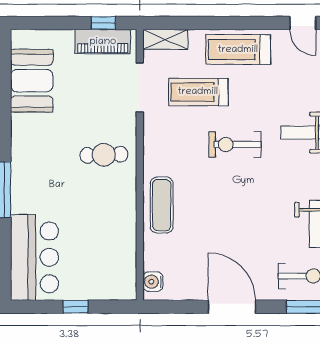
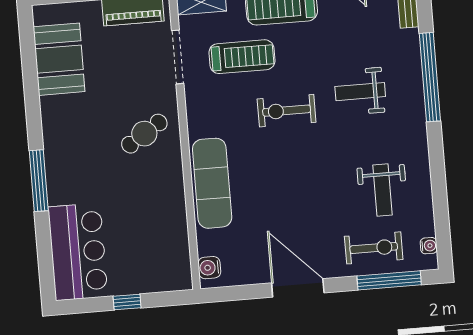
treadmill: (198, 92) -> (242, 57), turned 180
cafe table: (104, 155) -> (144, 134), turned -31
exercise mat: (162, 205) -> (212, 183), width x1.36, depth x1.45

